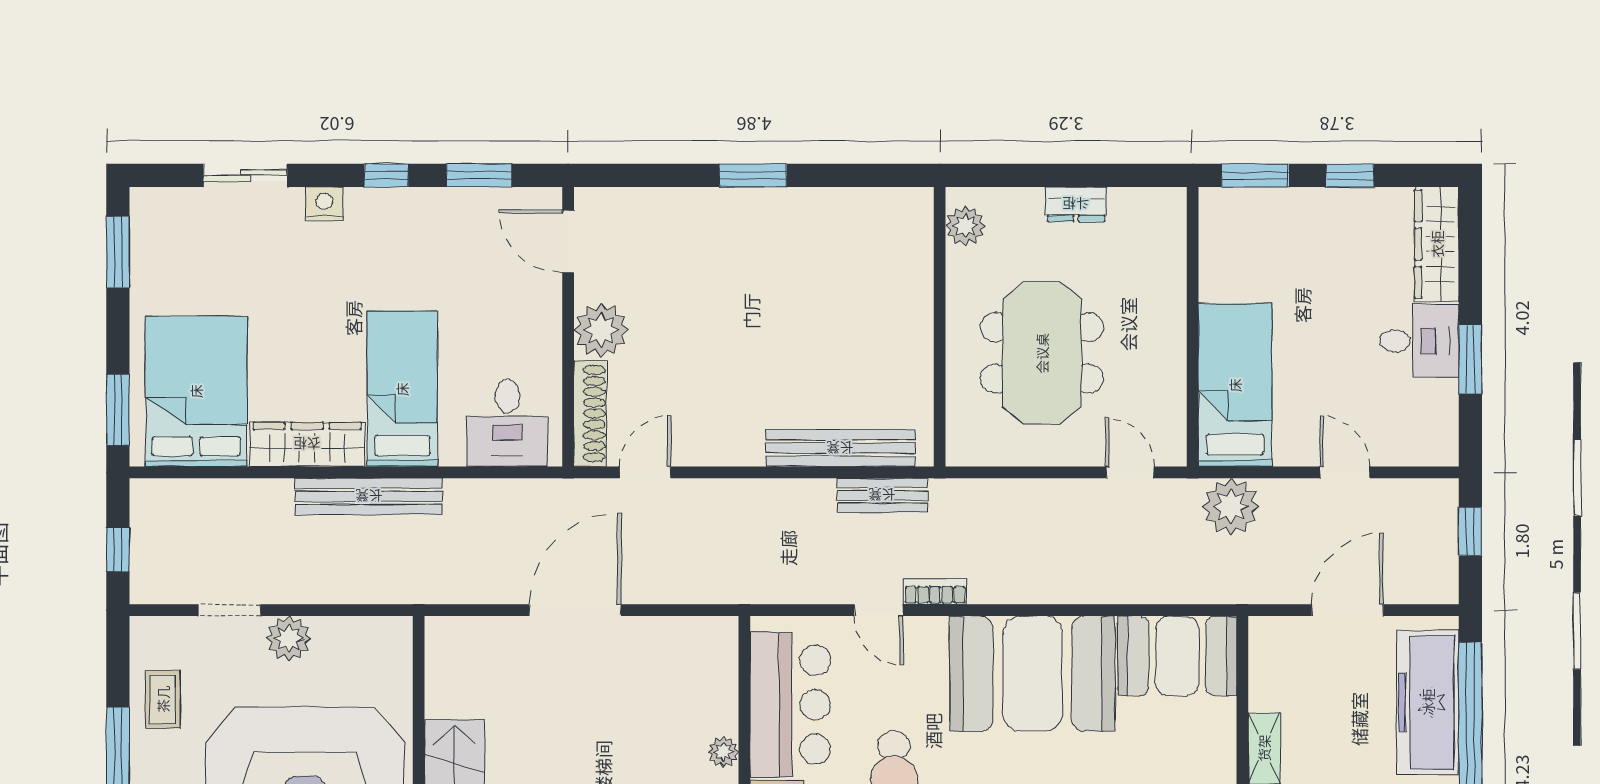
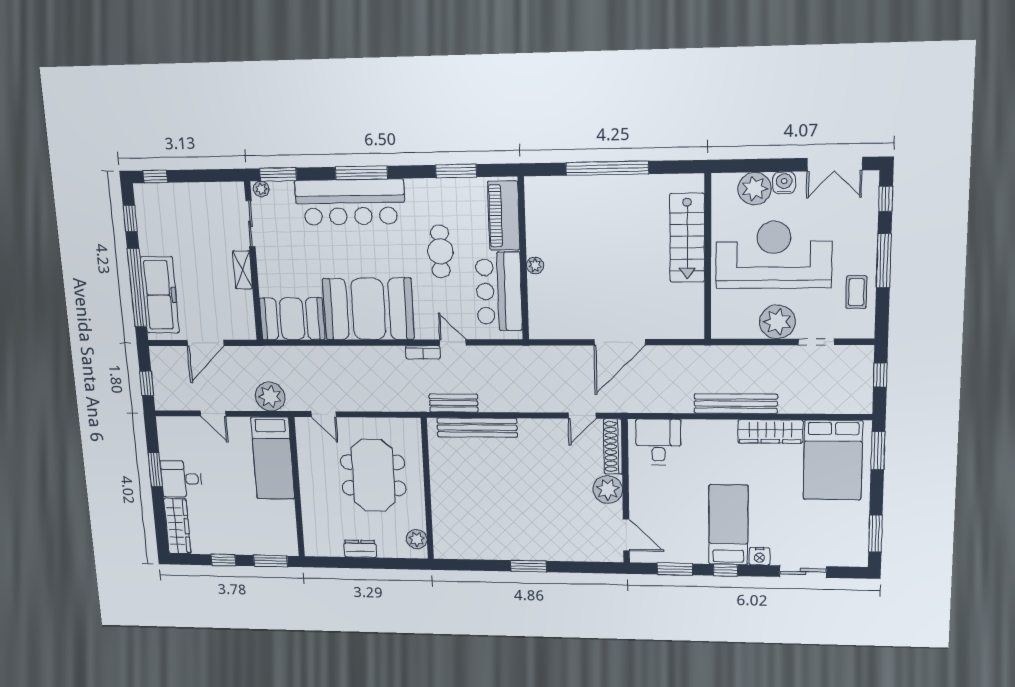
bed: (402, 389) -> (728, 525), moved, turned 180
plant: (289, 638) -> (777, 322), width x1.36, depth x1.36

